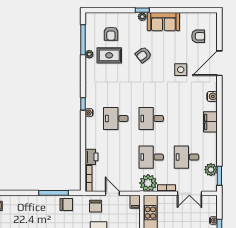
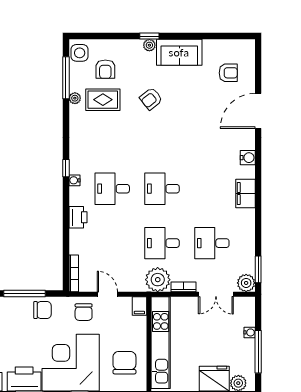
side table: (181, 70) -> (80, 53), moved
printer: (92, 157) -> (78, 217), moved
plant: (211, 170) -> (246, 283), moved

